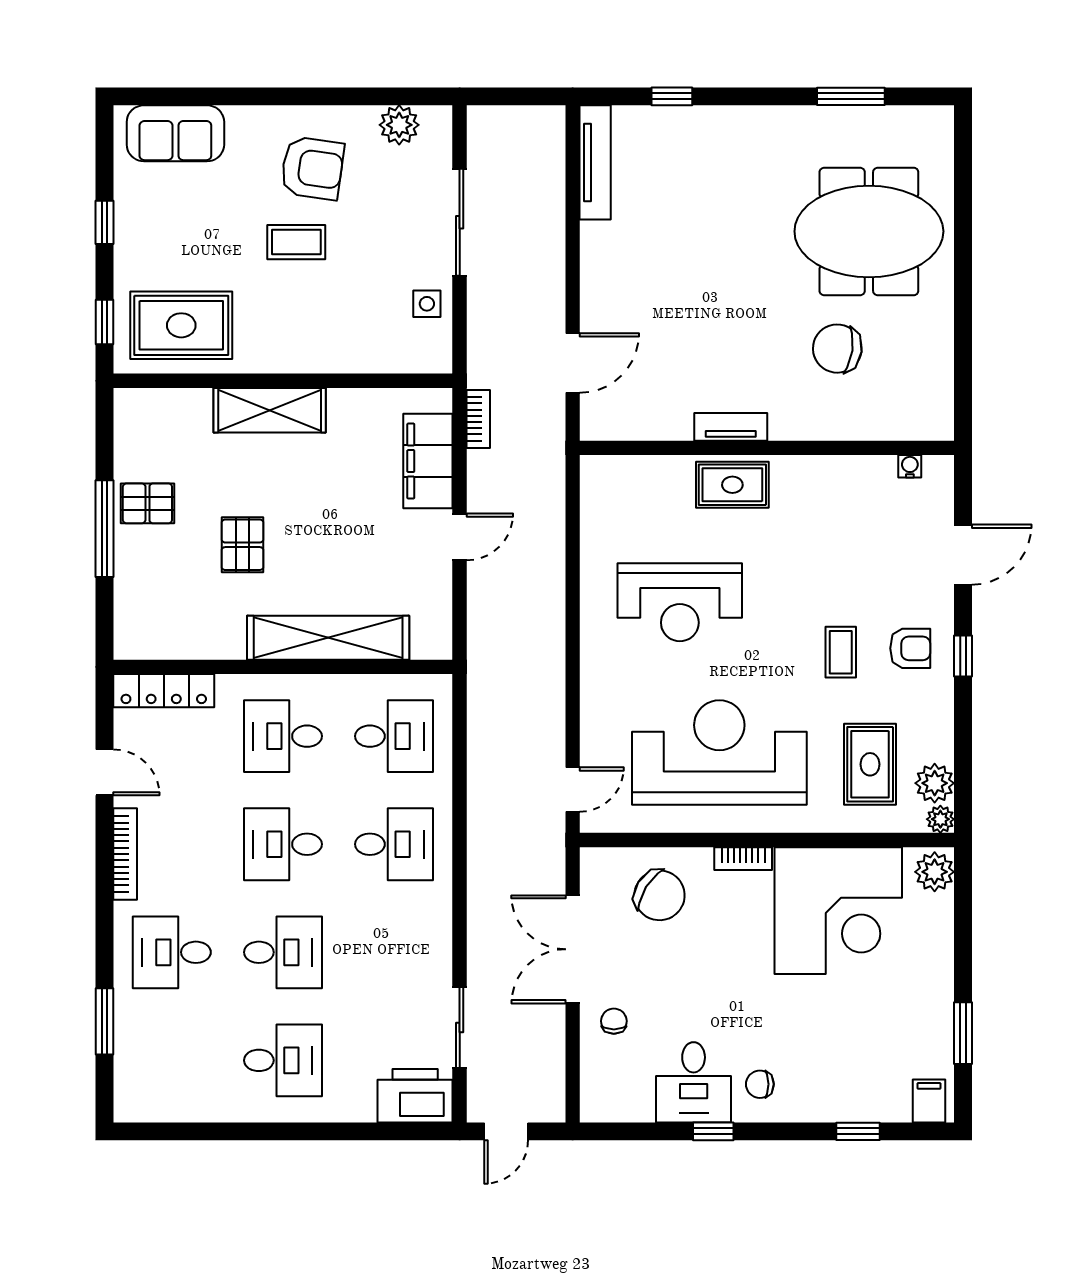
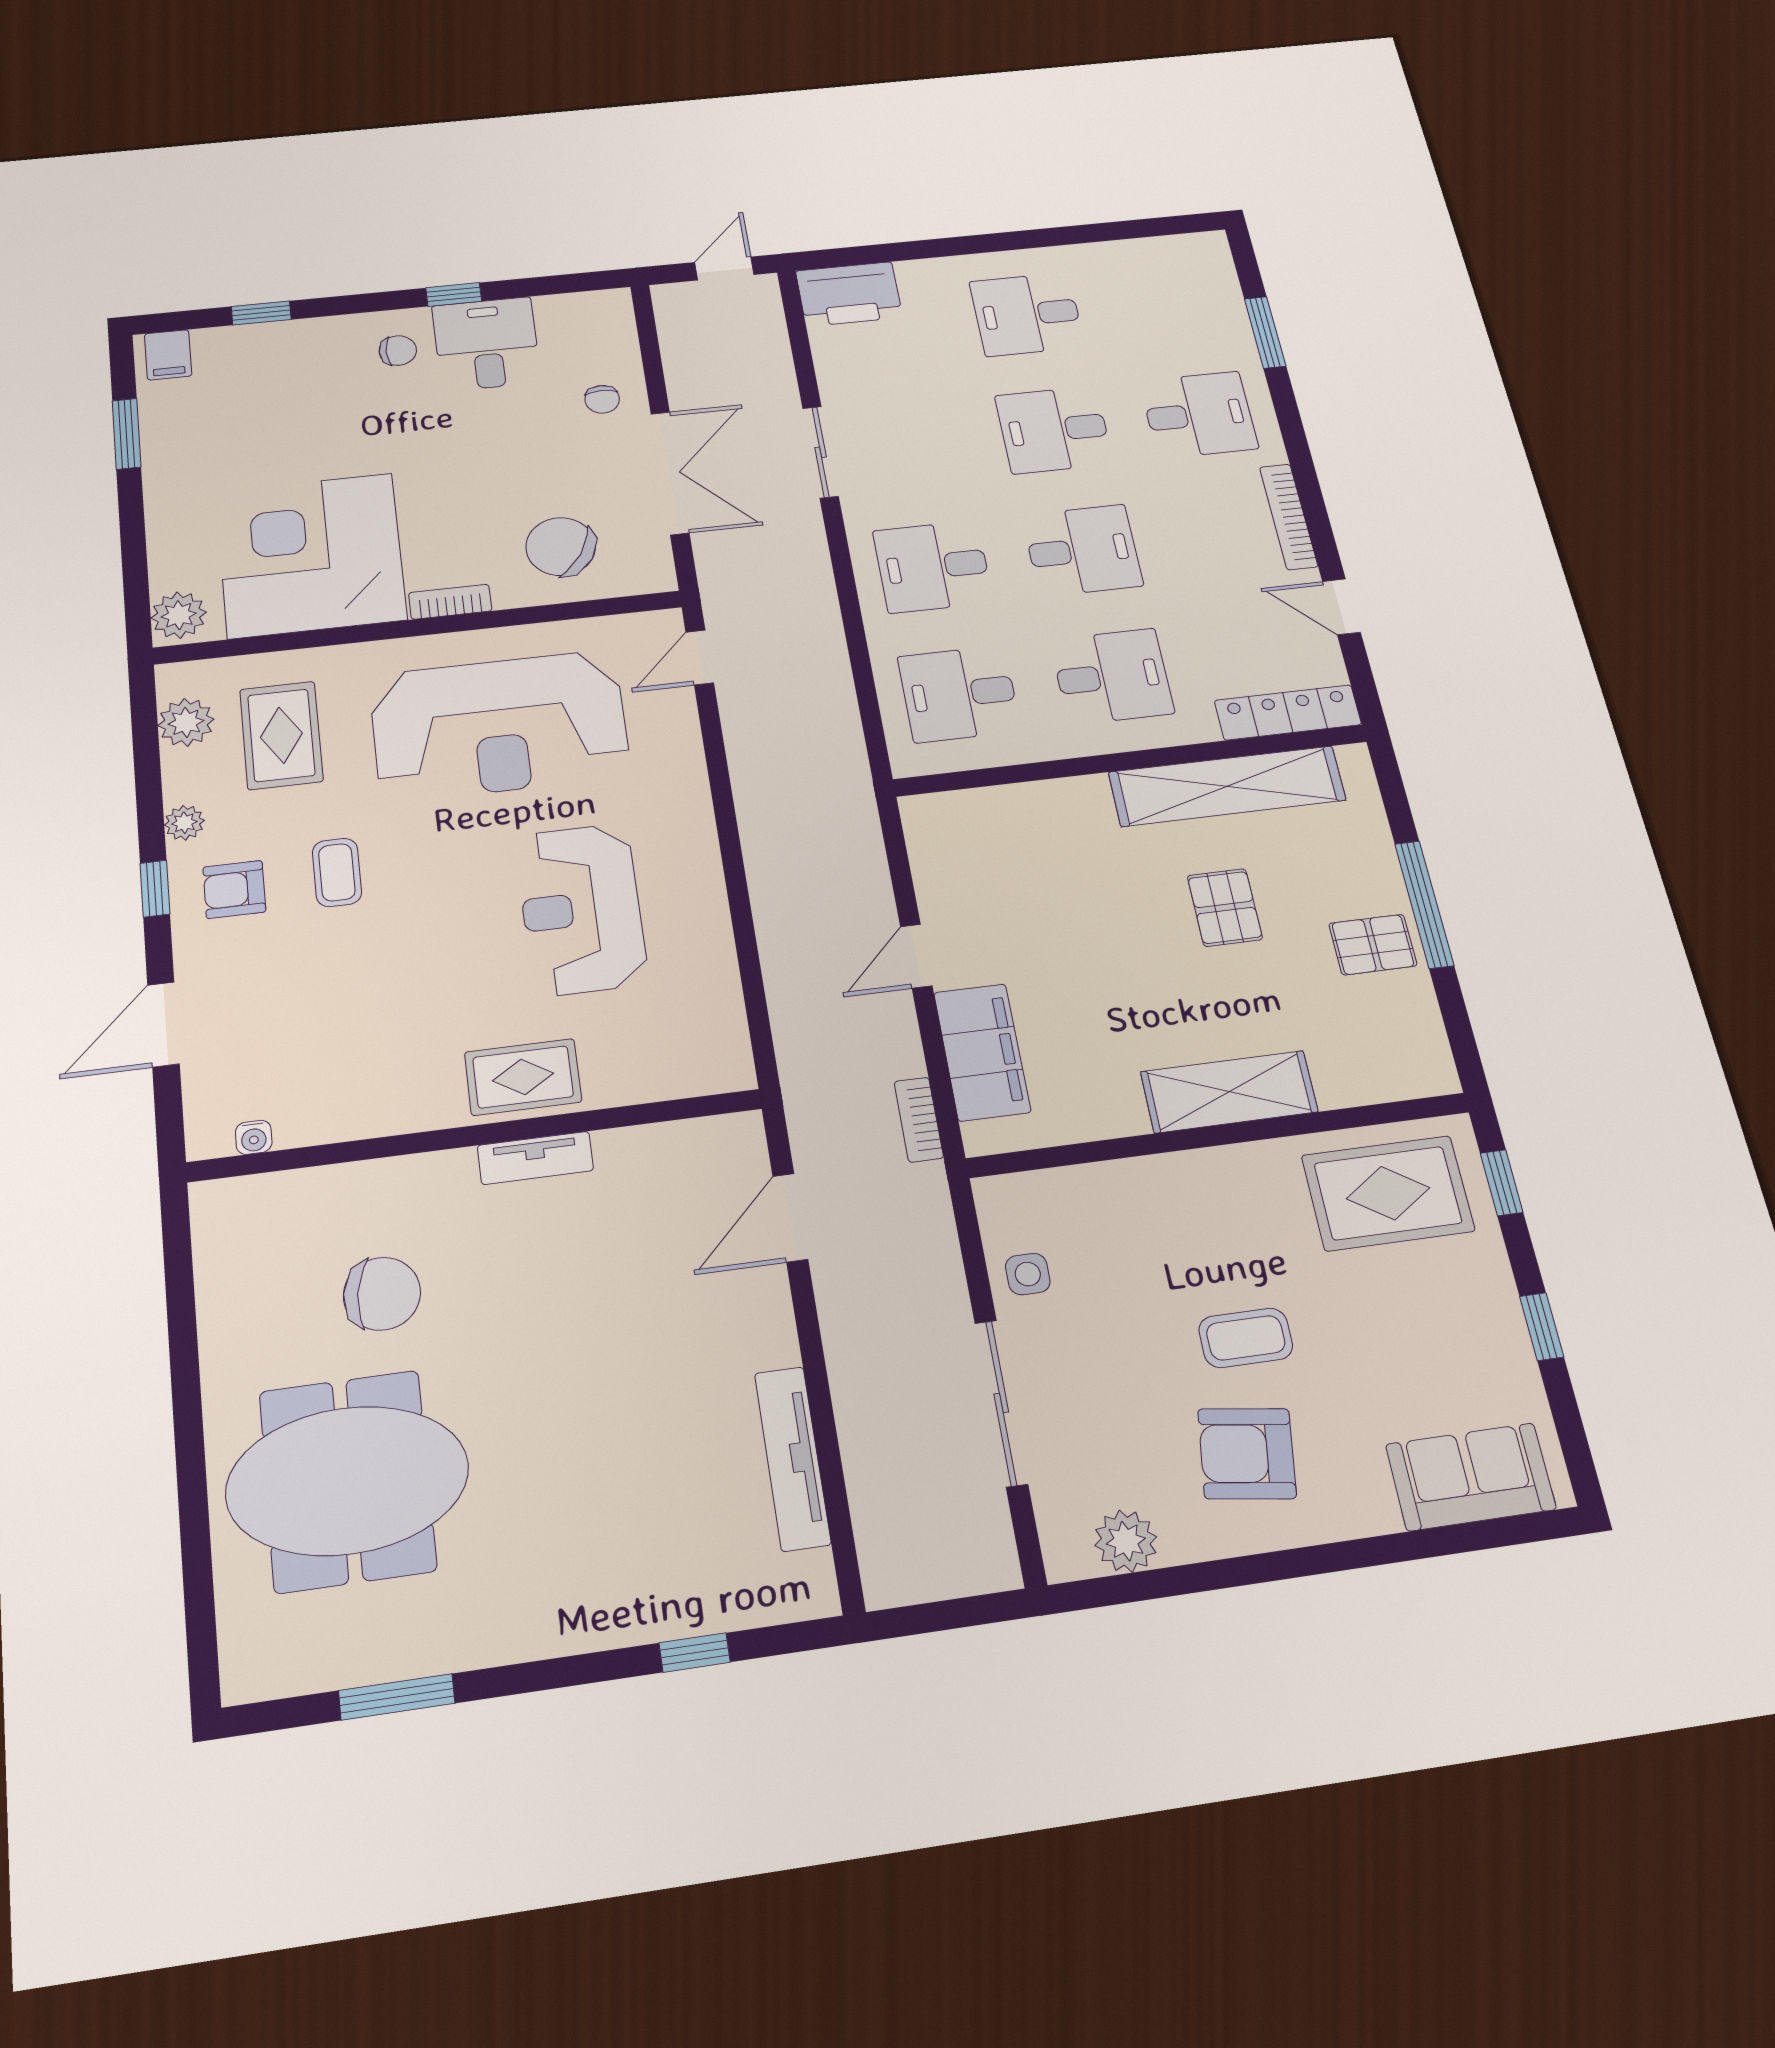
tv unit: (595, 162) -> (793, 1458), moved
reception desk: (680, 602) -> (581, 909), turned -90
shelving: (328, 638) -> (1227, 786), moved
plant: (940, 819) -> (184, 823), moved
sliding door: (460, 1028) -> (821, 452), moved

